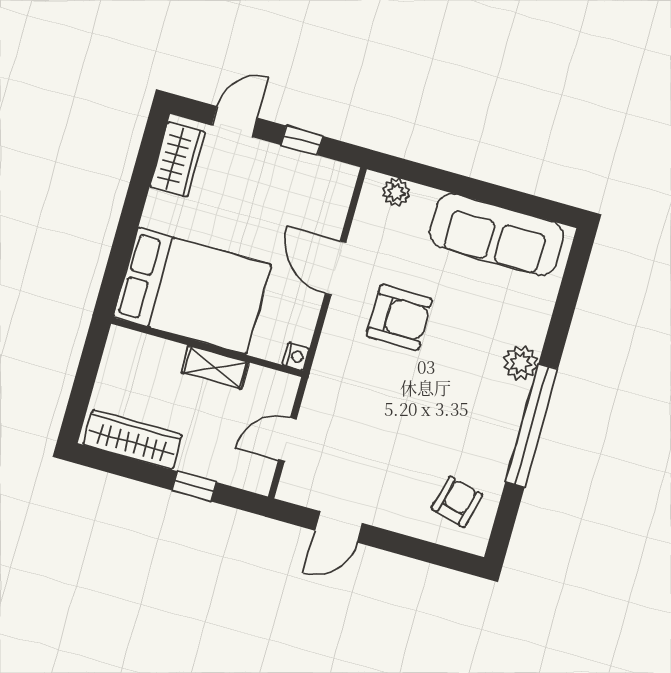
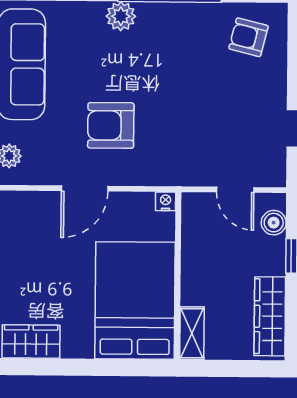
armchair: (399, 317) -> (111, 125), turned -90
shelving: (215, 368) -> (192, 333), moved
boiler: (238, 473) -> (274, 223), added

